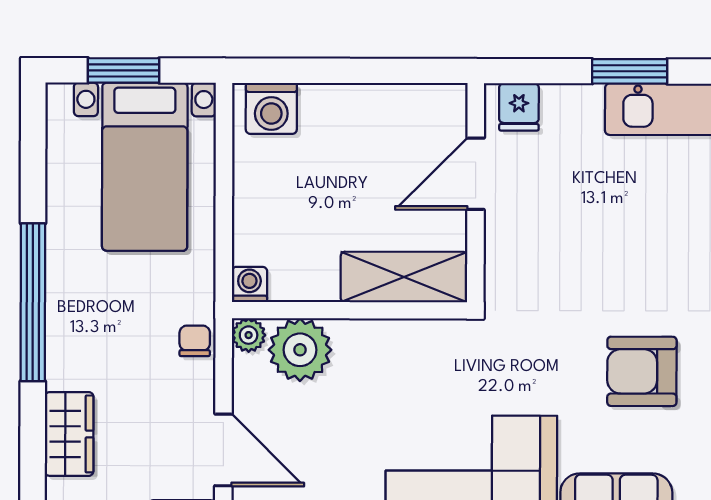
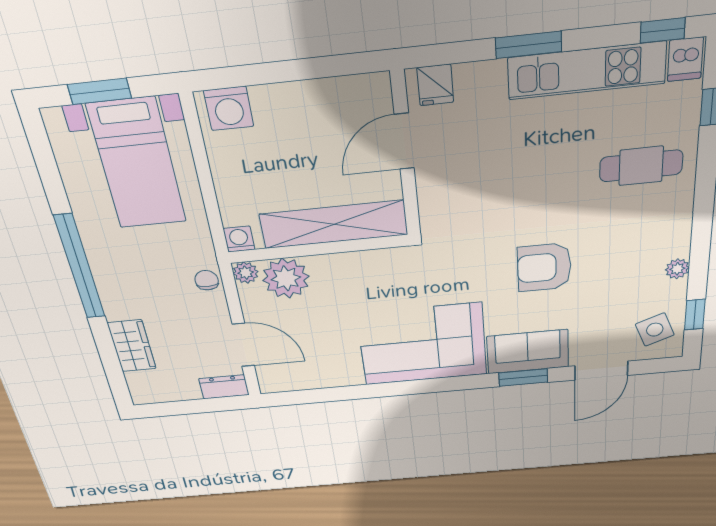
shelving: (404, 277) -> (334, 224), width x1.47

